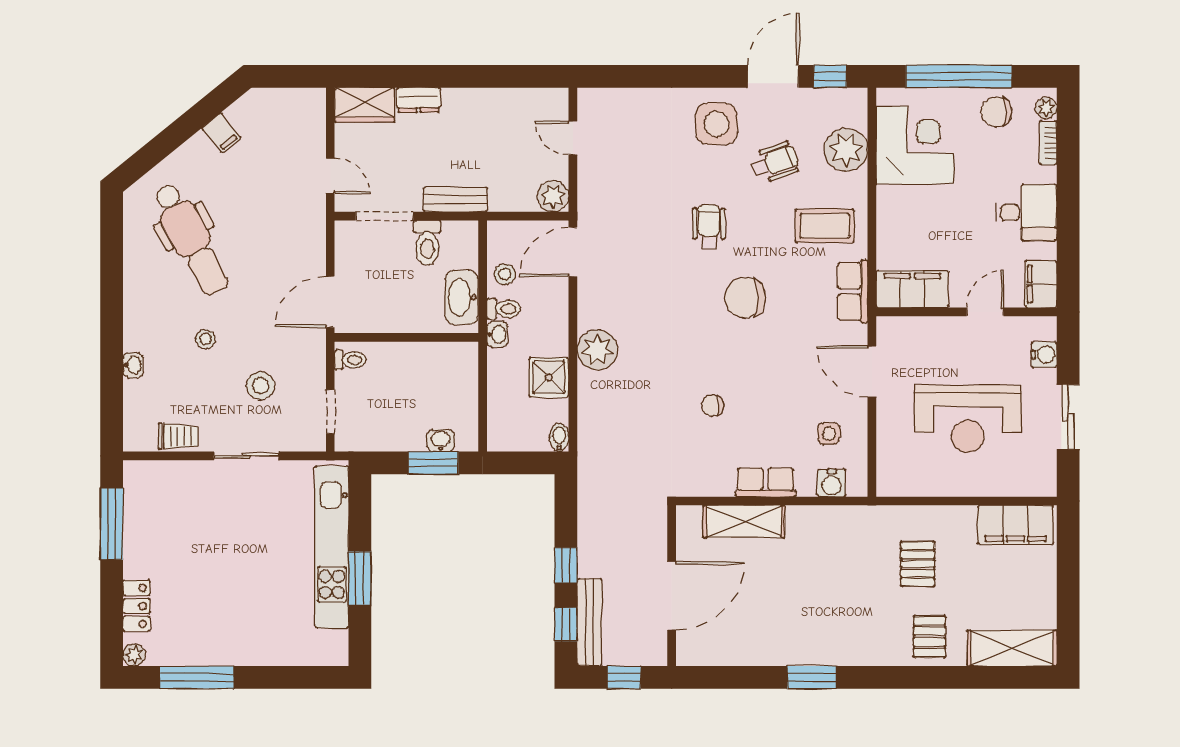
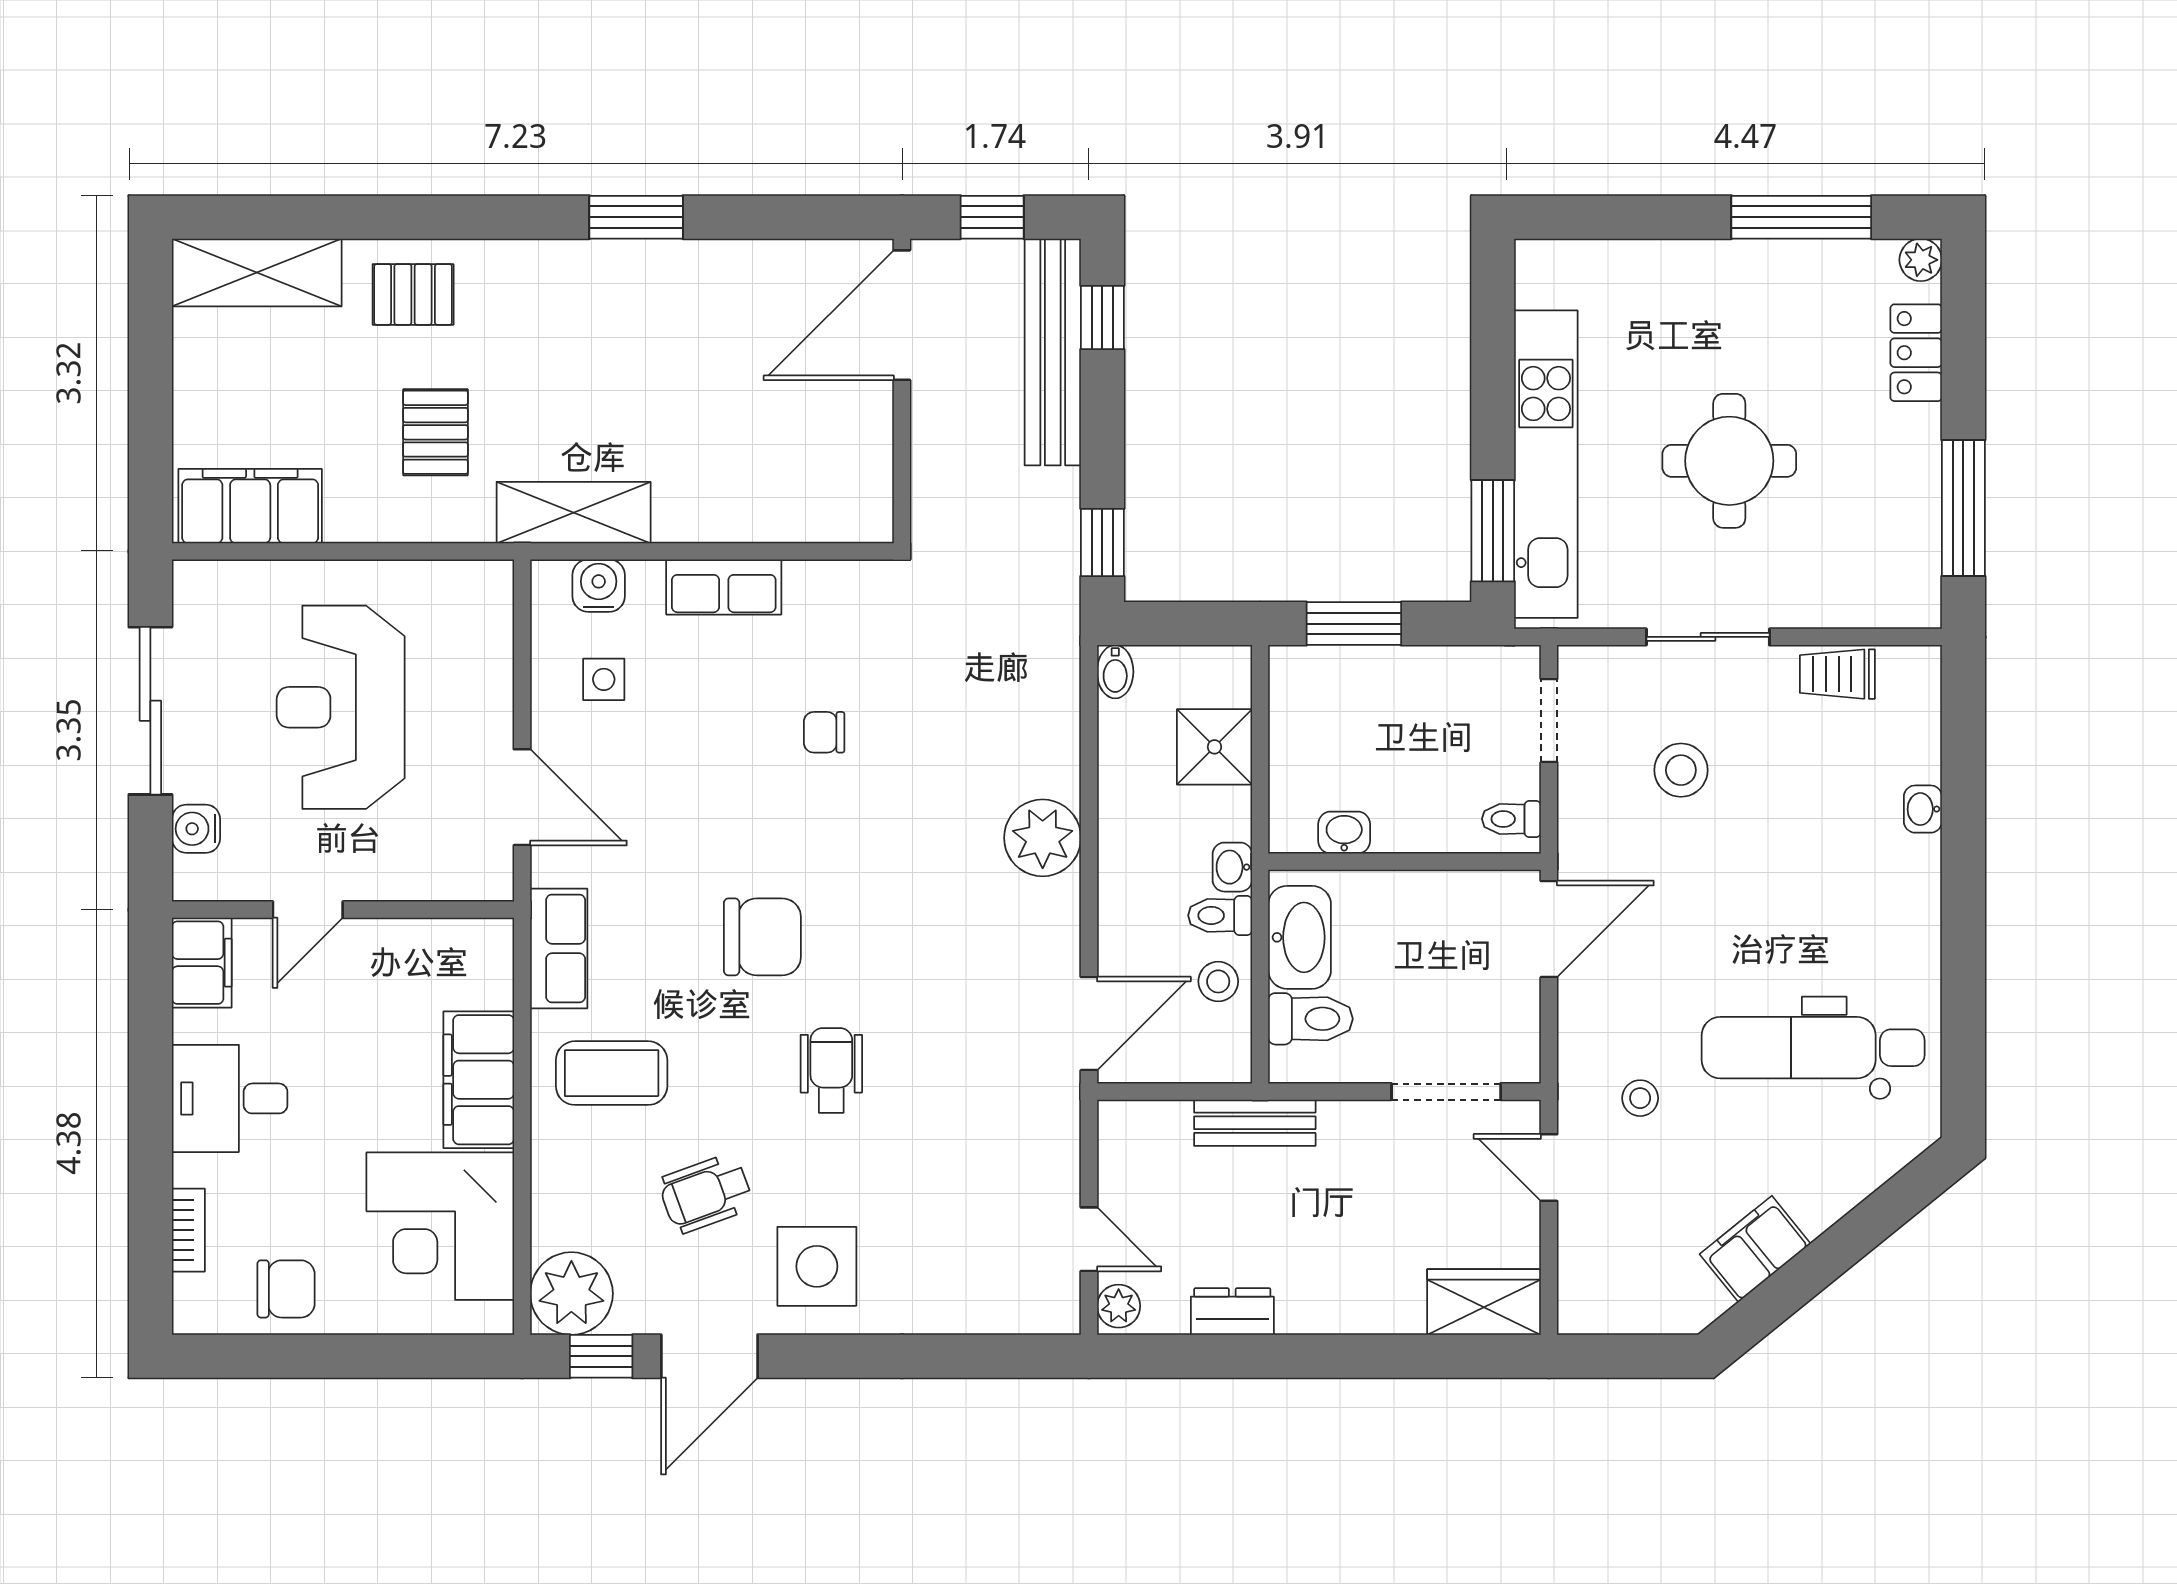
window: (959, 76) -> (357, 1356), removed
dresser: (419, 100) -> (1232, 1312), moved
plant: (1046, 108) -> (192, 1296), removed
filing cabinet: (221, 133) -> (1755, 1249), width x2.00
plant: (846, 150) -> (571, 1294), moved
plant: (553, 196) -> (1119, 1306), moved, width x0.73, depth x0.73
bench: (455, 200) -> (1255, 1123), moved
wheelchair: (709, 227) -> (831, 1071), turned 180
dental chair: (191, 239) -> (1813, 1048), turned -62
toilet: (427, 243) -> (1311, 1019), moved, turned 90
filing cabinet: (912, 289) -> (479, 1080), moved, turned 90
stool: (205, 339) -> (1640, 1098), moved
shower: (549, 378) -> (1214, 747), moved
chair: (713, 406) -> (824, 732), turned 180
sliding door: (1068, 417) -> (150, 711), width x1.37
reception desk: (968, 419) -> (341, 707), turned -90
washbasin: (441, 441) -> (1344, 833), moved, turned 180
shelving: (744, 521) -> (574, 513), moved
round table: (235, 549) -> (1729, 461), added
window: (566, 565) -> (1102, 542), moved
window: (360, 578) -> (1493, 531), moved
door: (672, 596) -> (902, 315), moved
bench: (589, 622) -> (1053, 352), width x1.37, depth x1.21
pallet: (930, 637) -> (413, 294), turned 90

